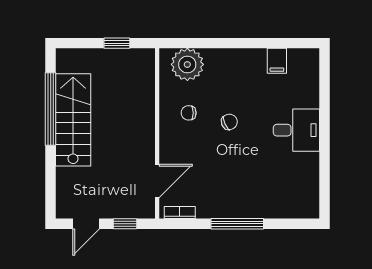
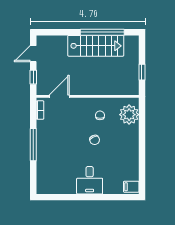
filing cabinet: (277, 61) -> (131, 187), moved
door: (157, 181) -> (59, 96), swing flipped
door: (86, 224) -> (33, 54), hinge flipped

